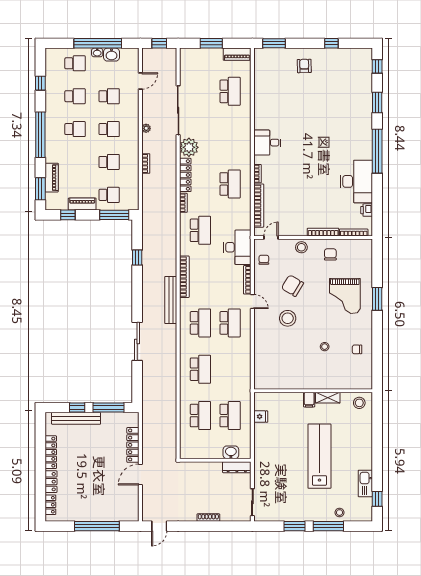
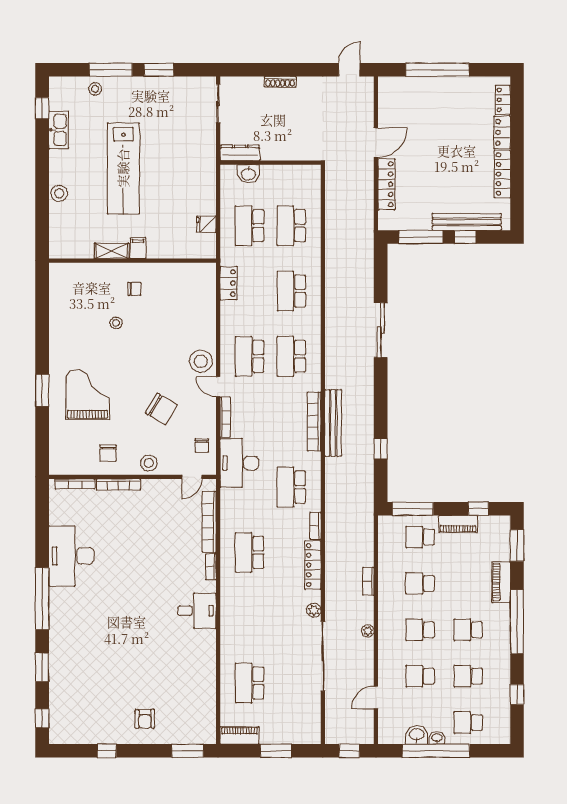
plant: (189, 147) -> (314, 610), width x0.53, depth x0.53
piano: (52, 178) -> (501, 582), moved
printer: (367, 210) -> (57, 516), removed
bench: (171, 300) -> (333, 423), moved
stool: (288, 318) -> (201, 361), moved
chair: (357, 349) -> (134, 289), moved
locker: (245, 375) -> (229, 283), added
stool: (359, 403) -> (59, 193), moved

